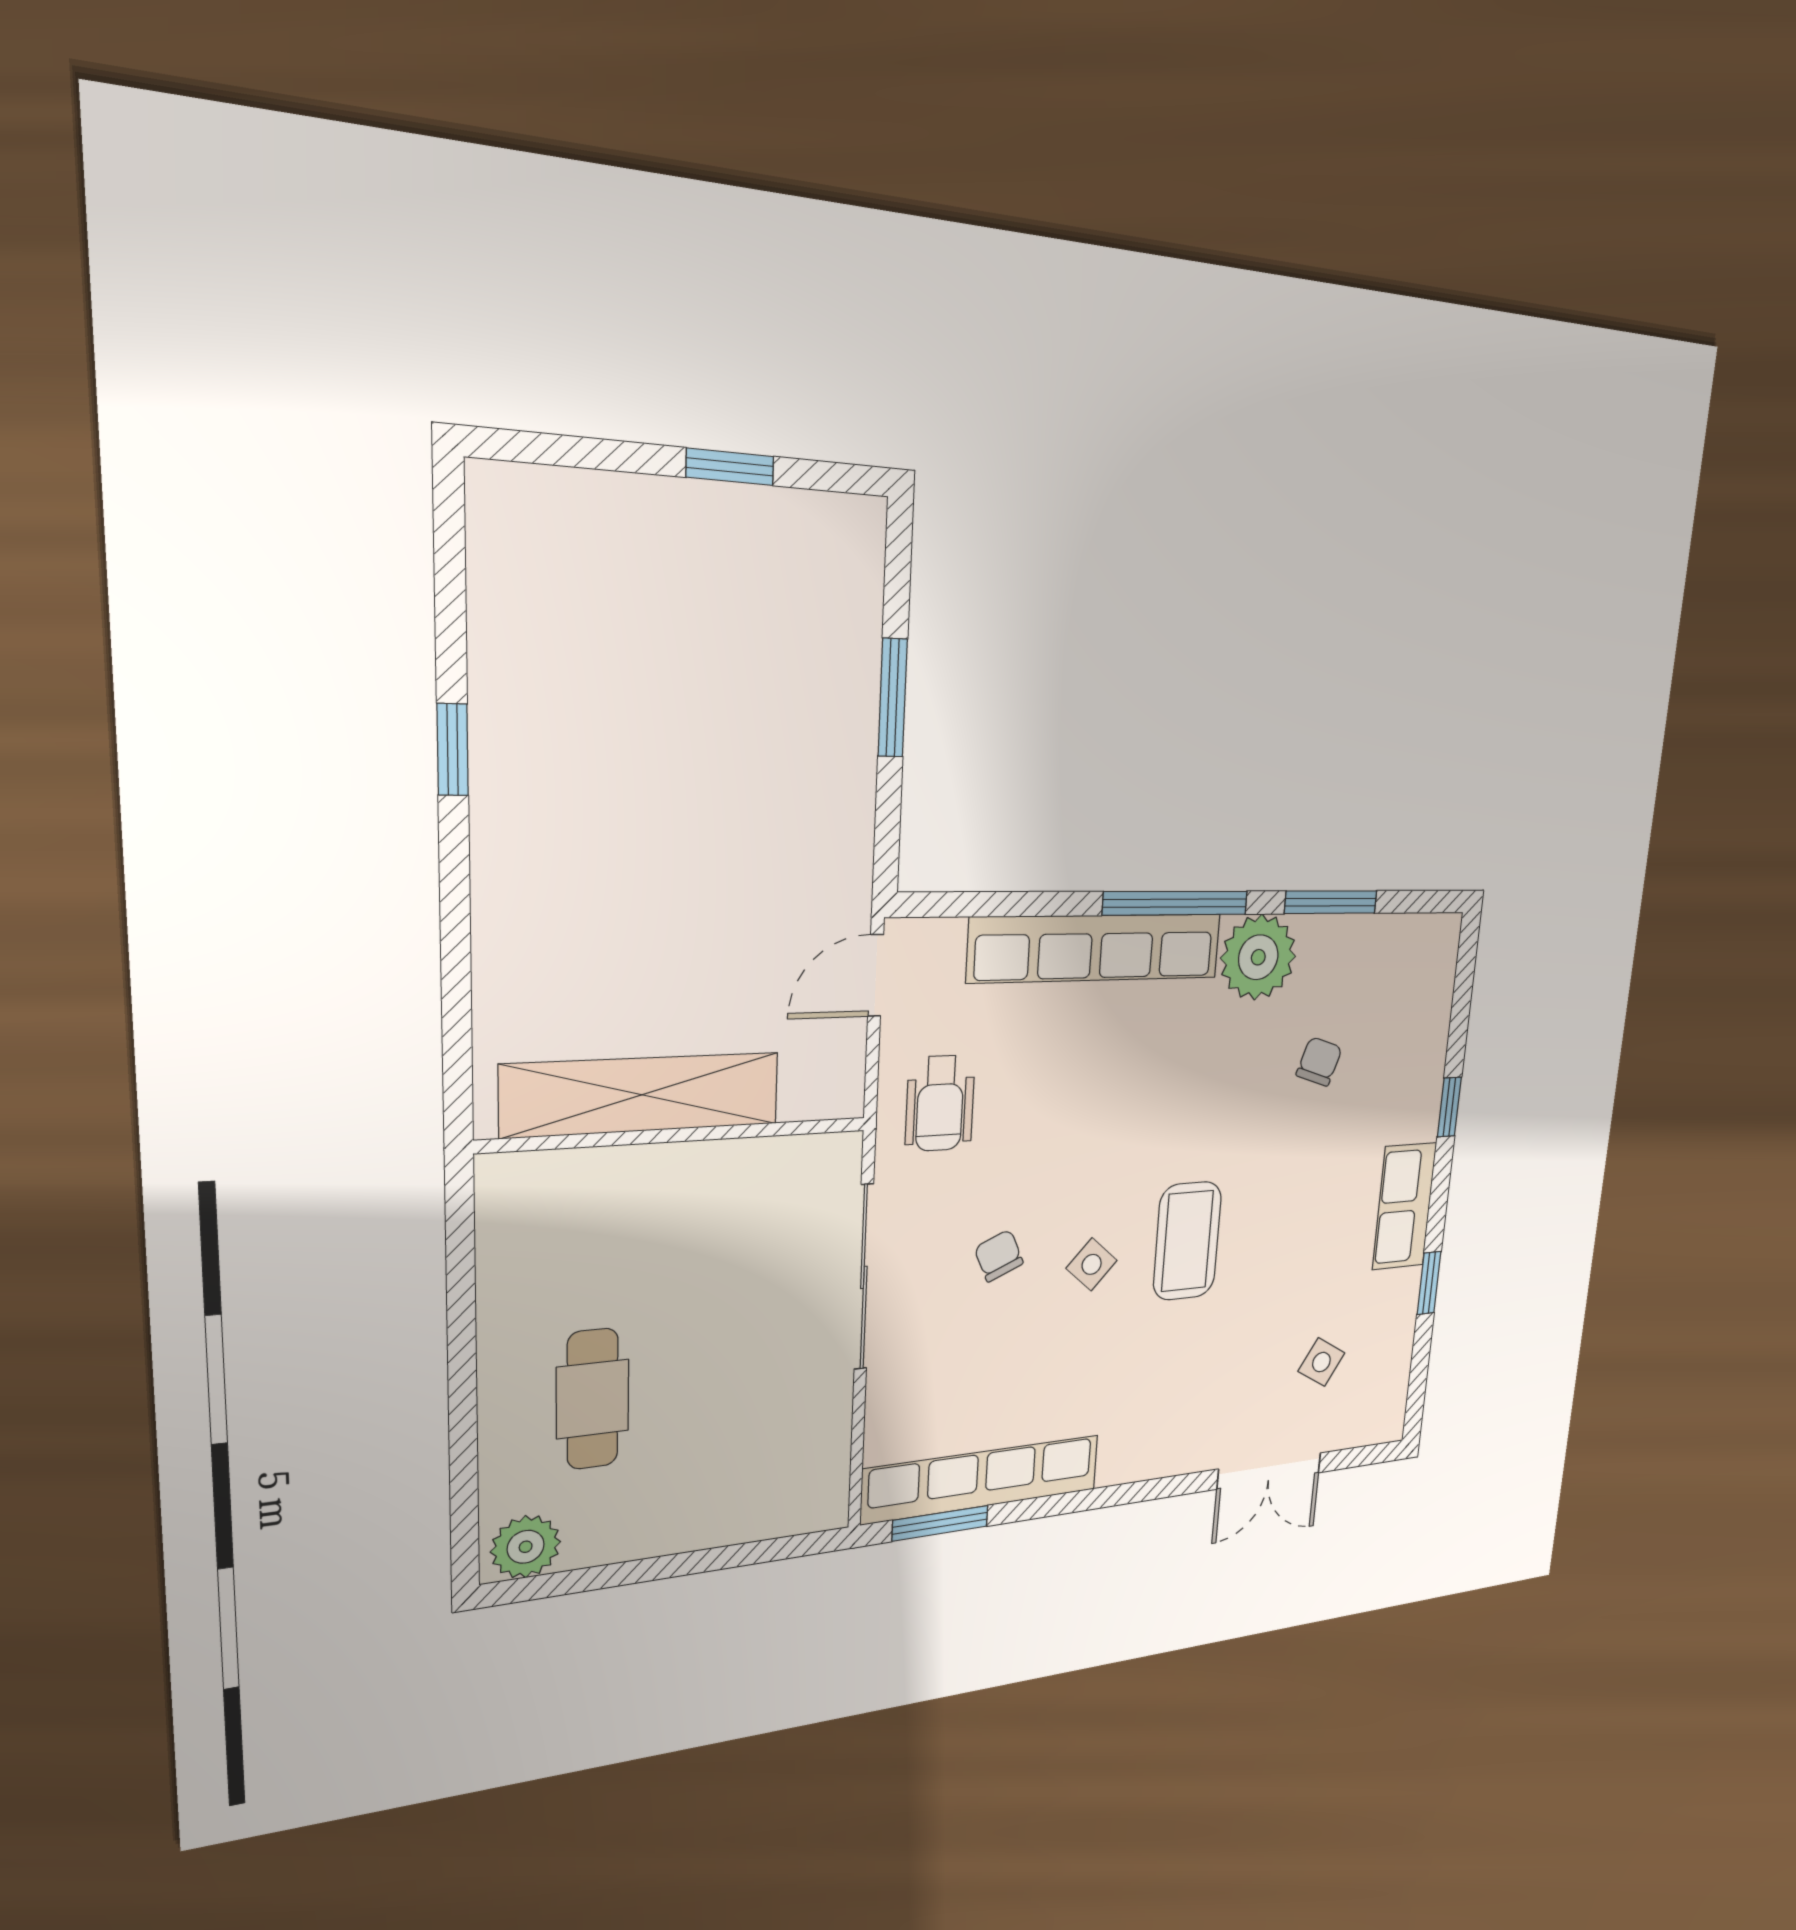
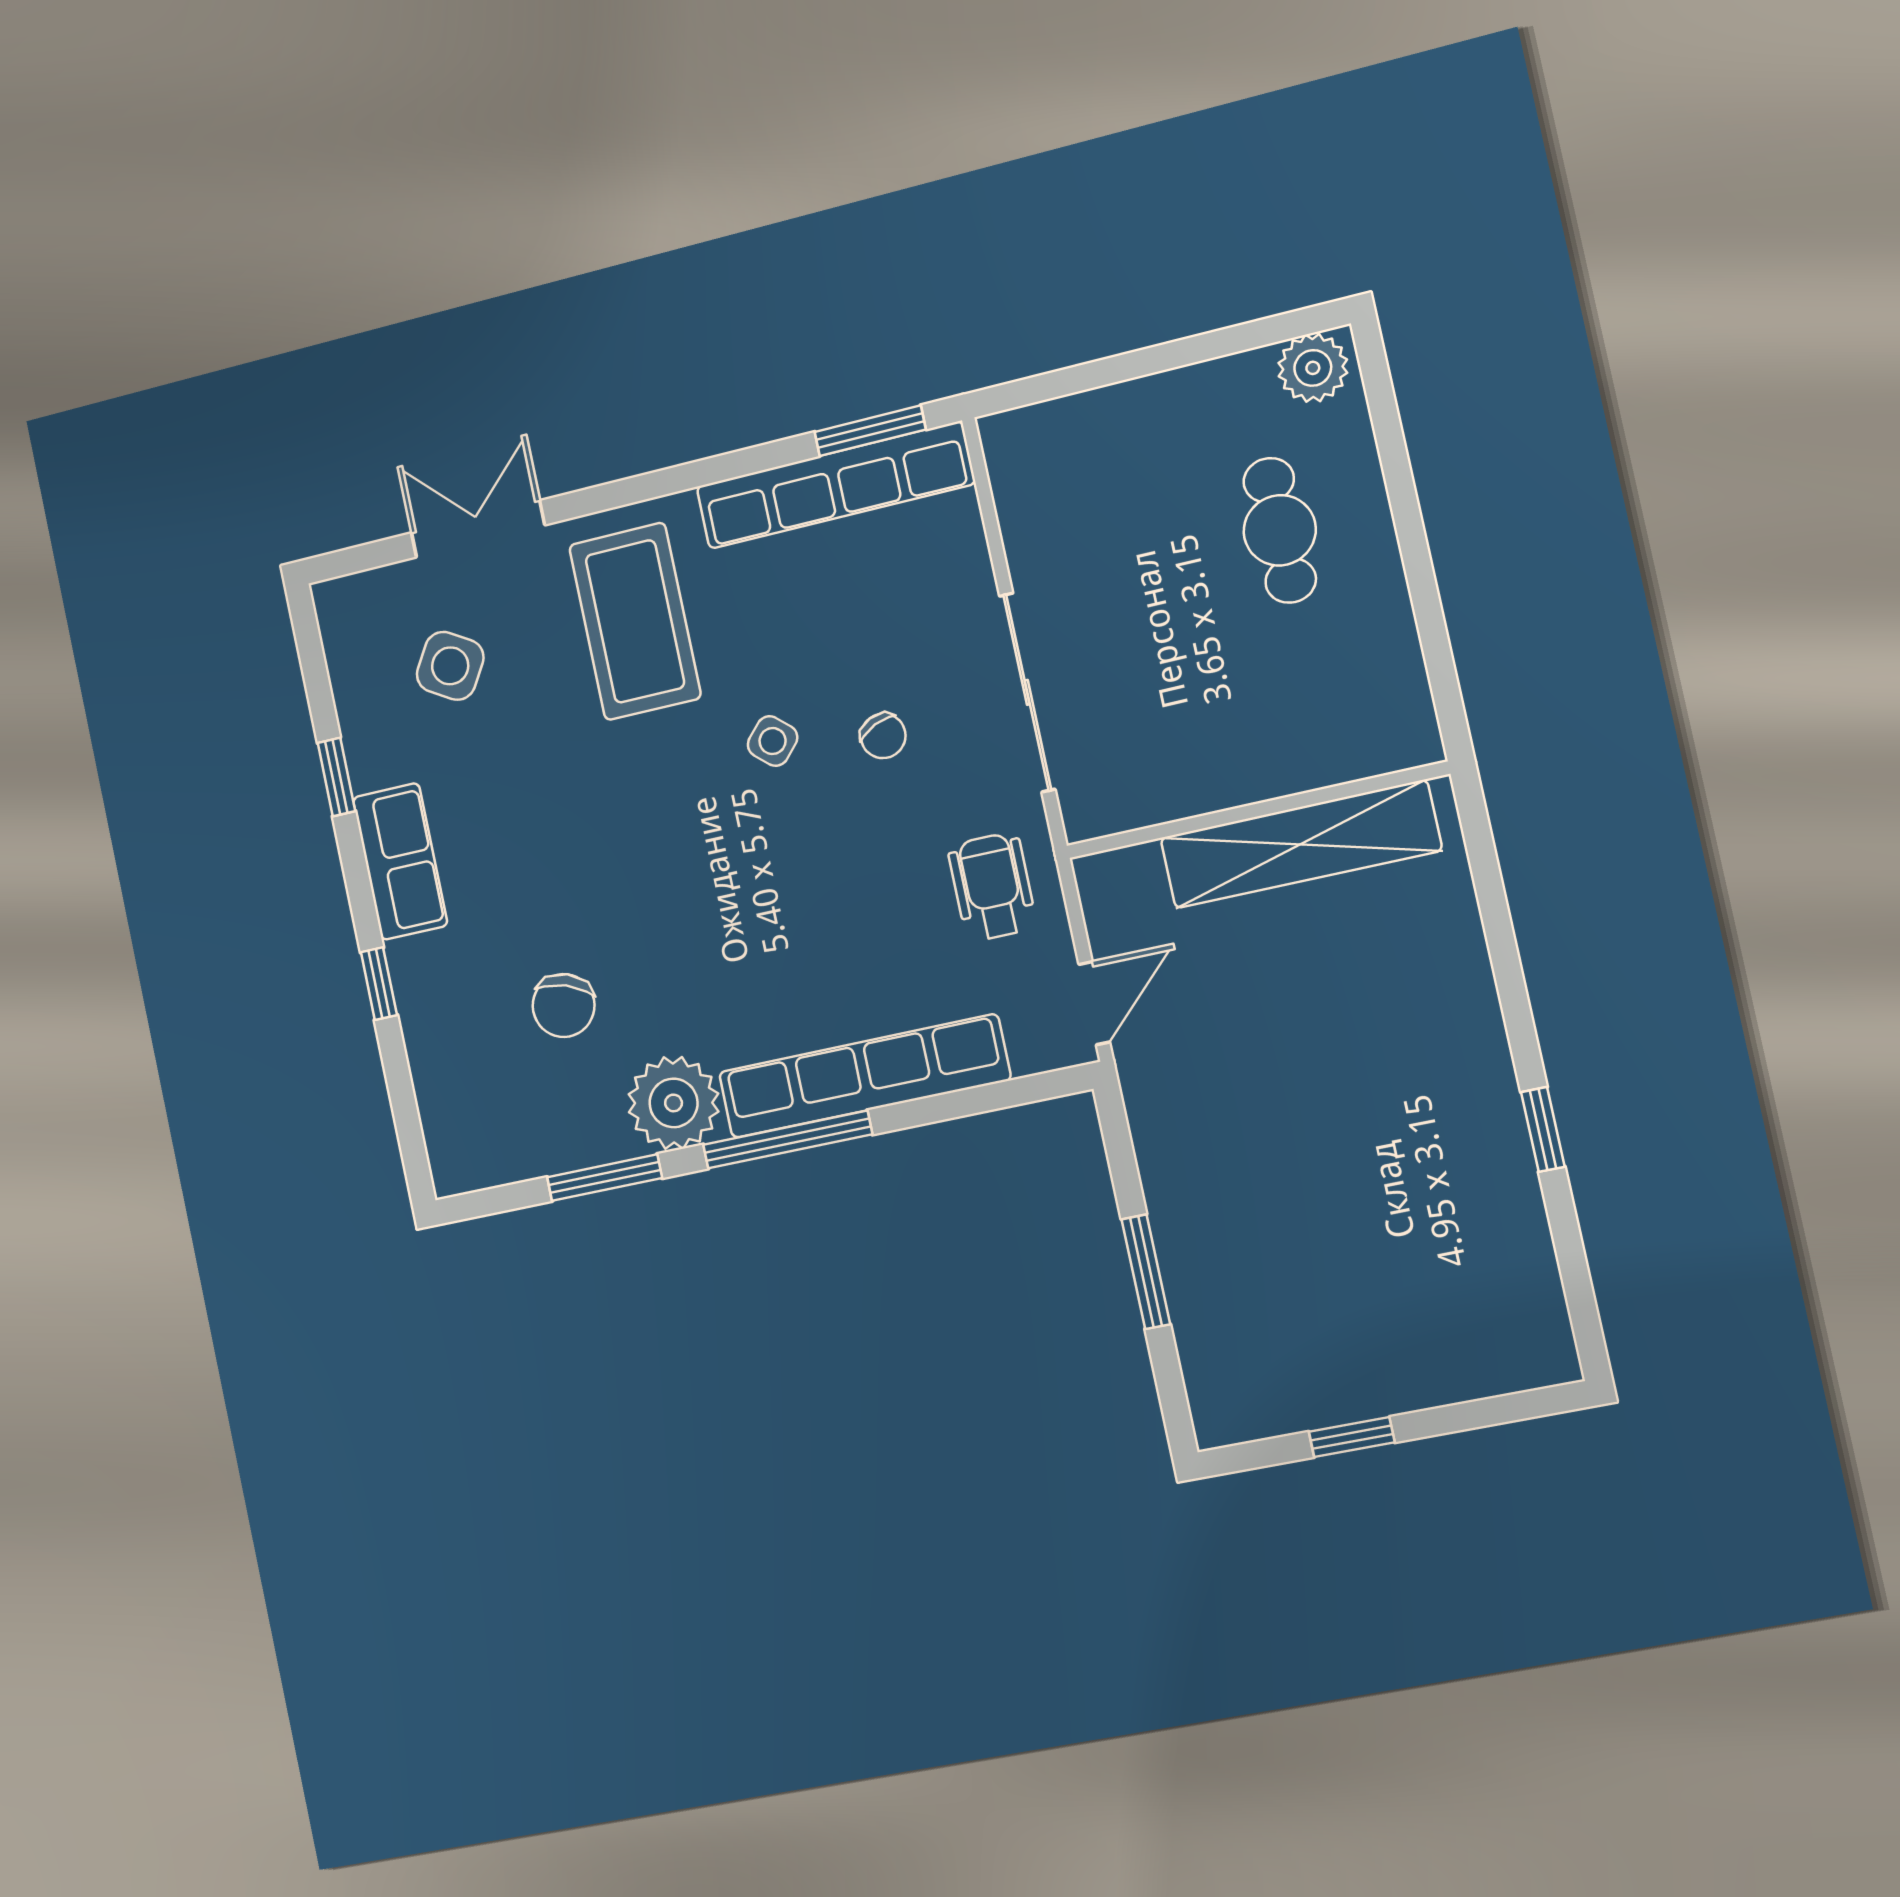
chair: (1319, 1062) -> (564, 1006), width x1.37, depth x1.37
coffee table: (1187, 1241) -> (635, 621), moved, width x1.36, depth x1.32
side table: (1321, 1362) -> (450, 666), width x1.37, depth x1.37

